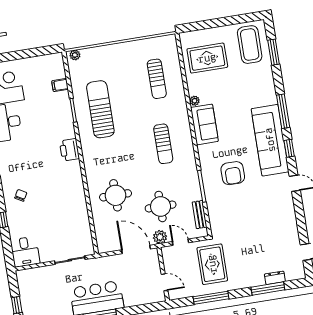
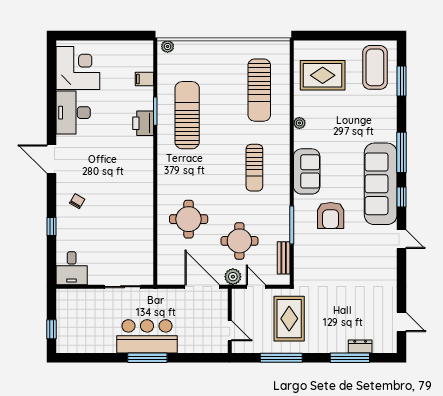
sun lounger: (157, 79) -> (259, 90), width x1.36, depth x1.34
sofa: (205, 124) -> (307, 171), moved
printer: (69, 150) -> (143, 123), moved

